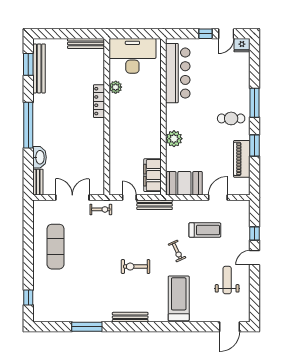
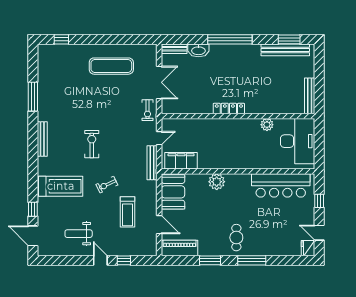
window: (206, 34) -> (319, 201), moved
locker: (99, 101) -> (229, 108), moved
piano: (242, 159) -> (180, 248), moved
weight bench: (227, 280) -> (79, 234), turned 180
window: (202, 327) -> (33, 209), added

